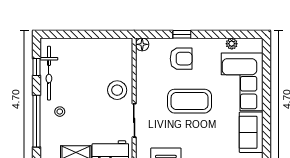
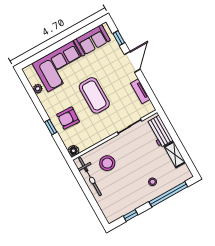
armchair: (181, 59) -> (68, 118), turned -87
bicycle: (49, 73) -> (90, 177), moved, turned 90
stool: (117, 90) -> (107, 163), moved

